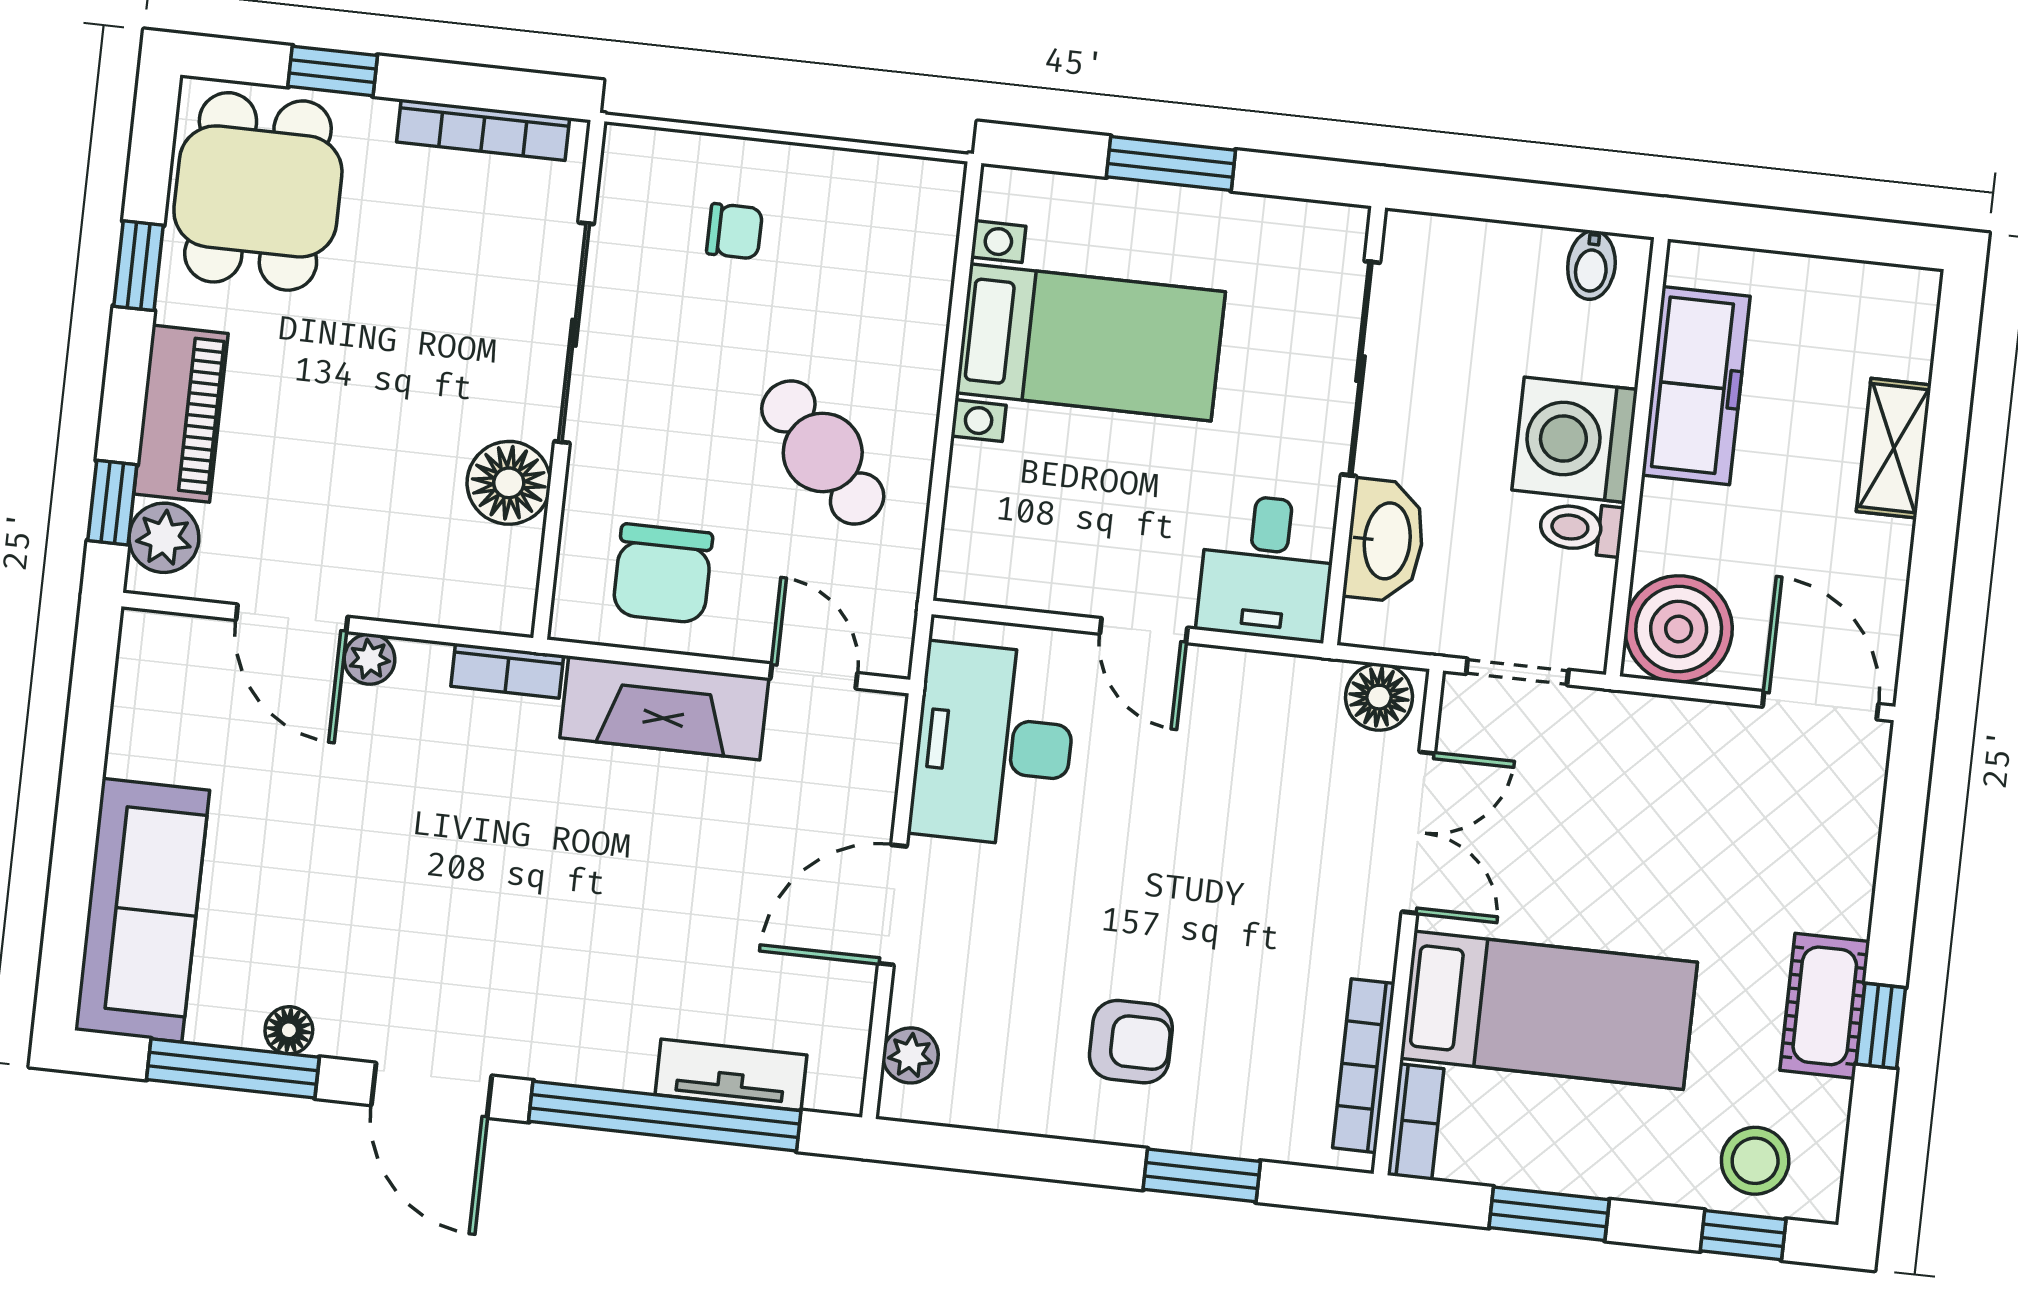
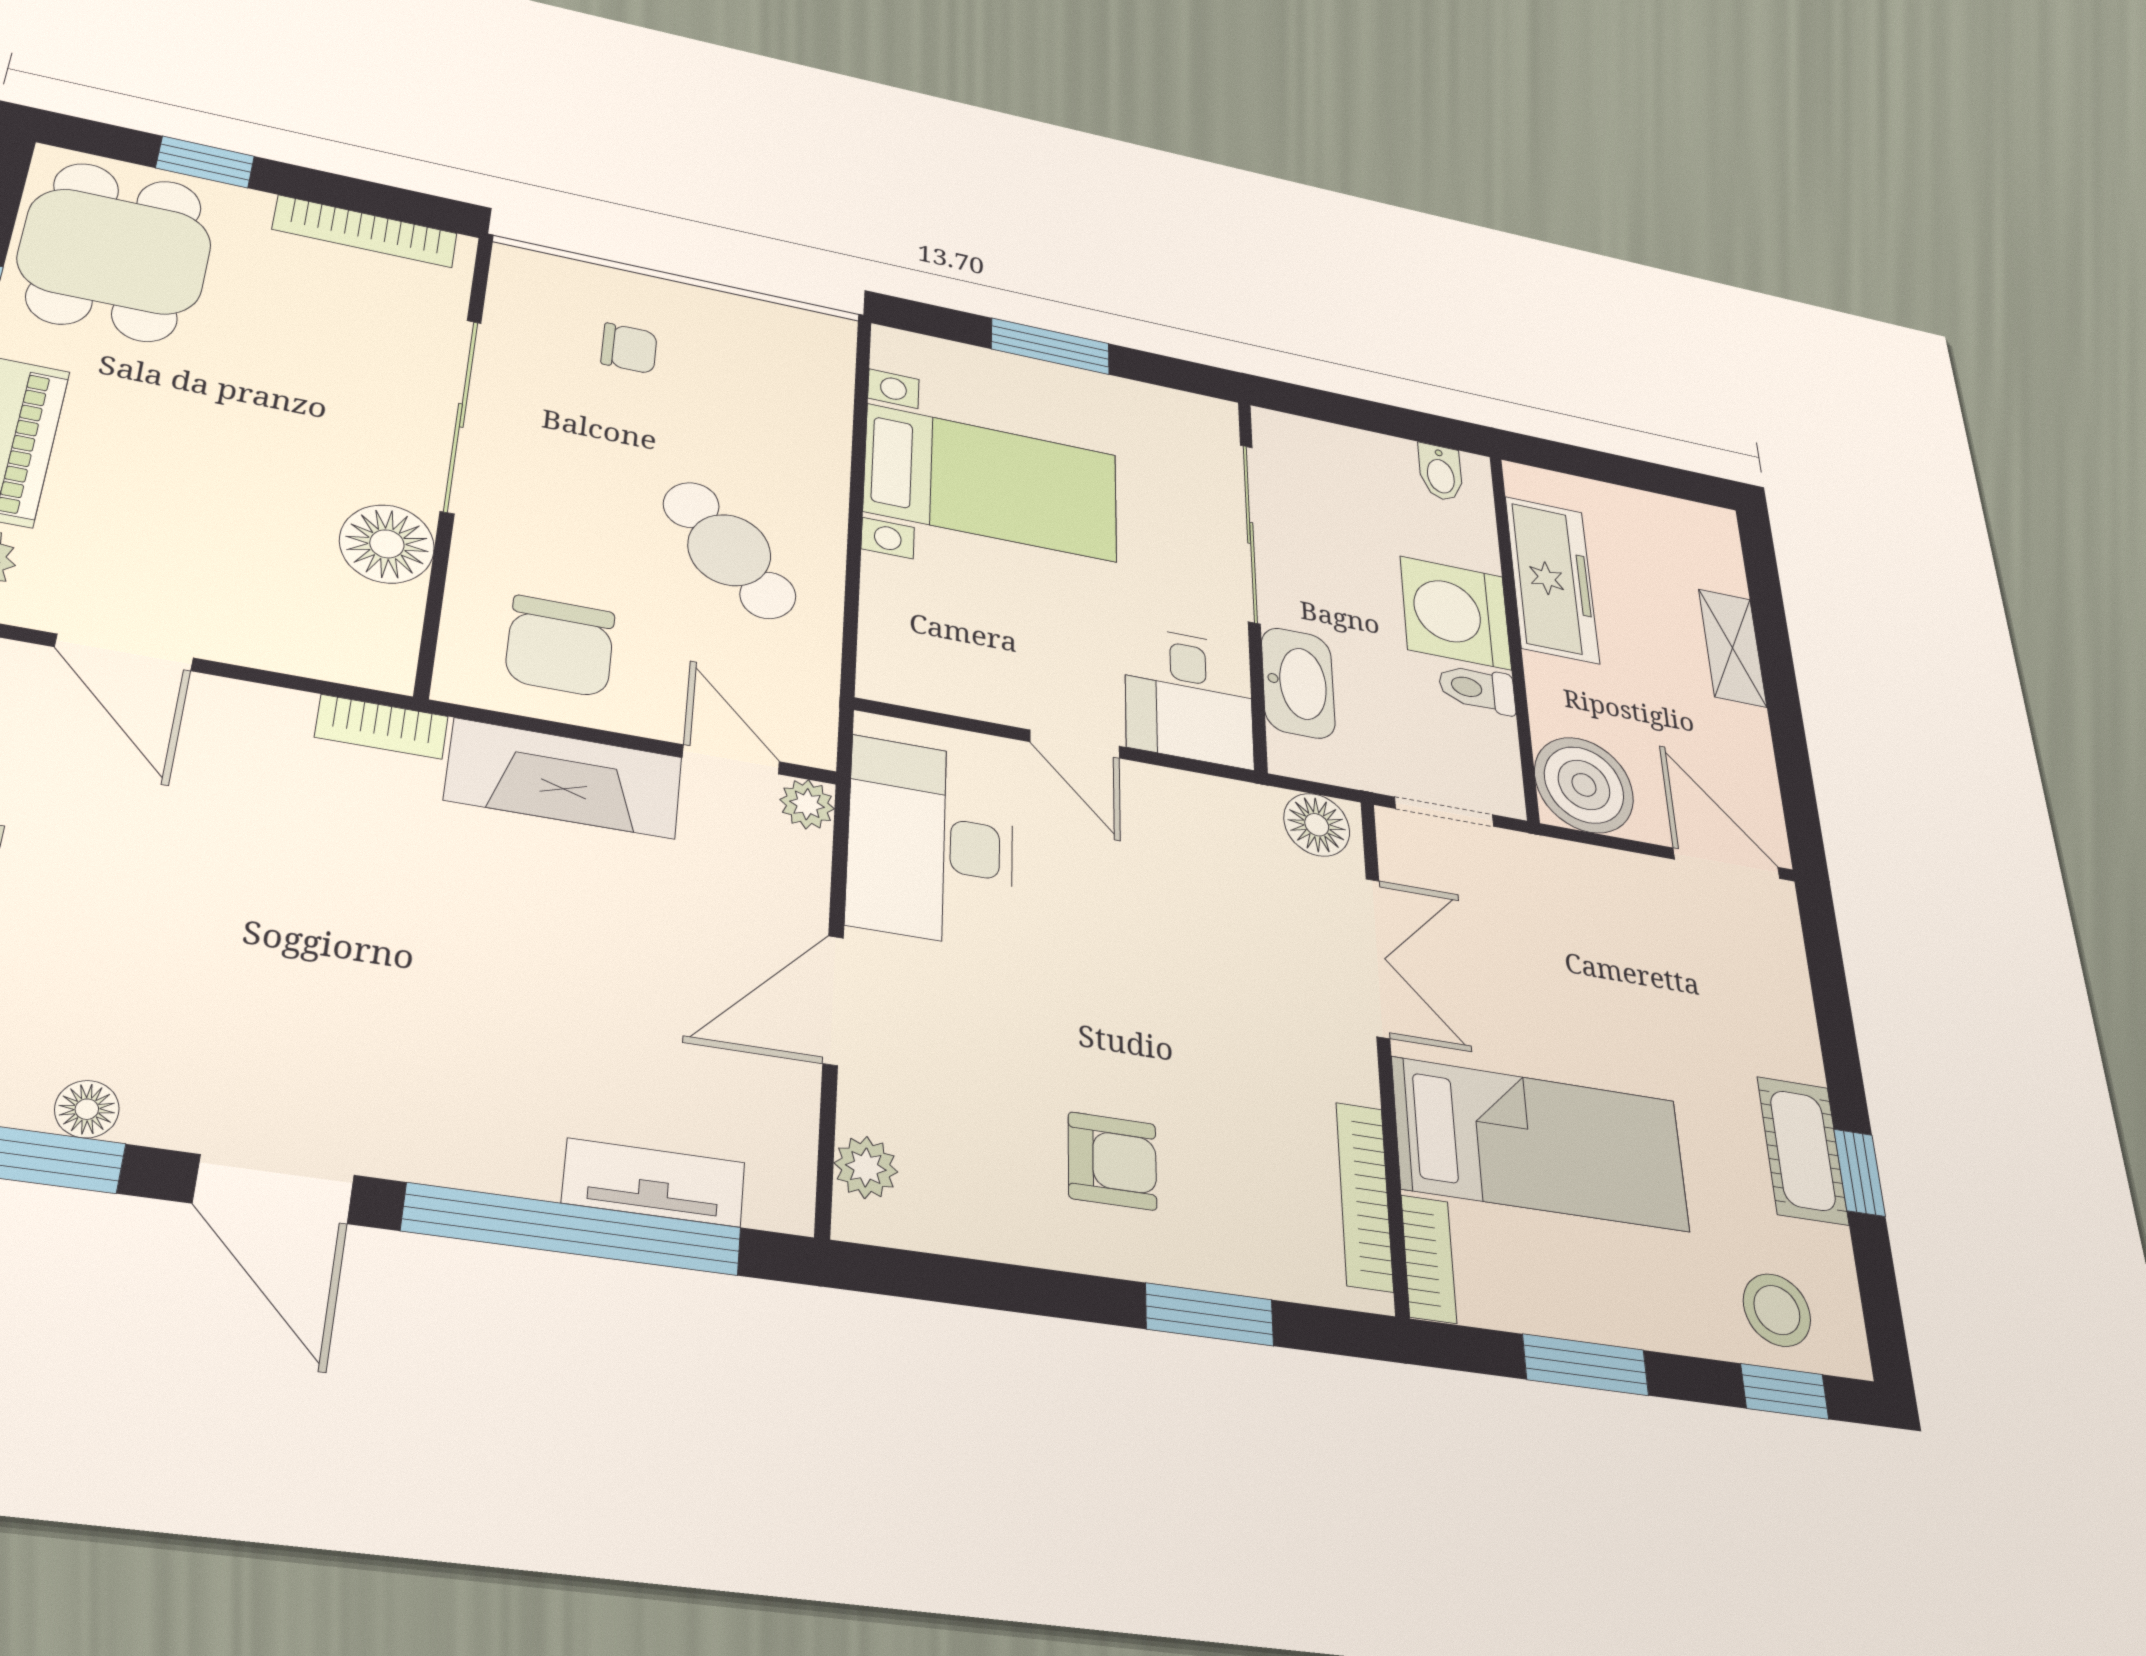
plant: (370, 659) -> (807, 804), moved

